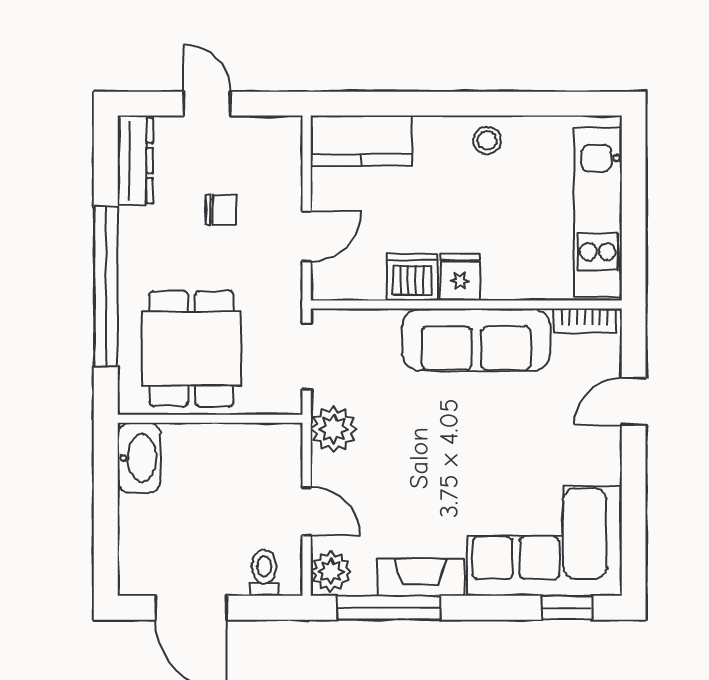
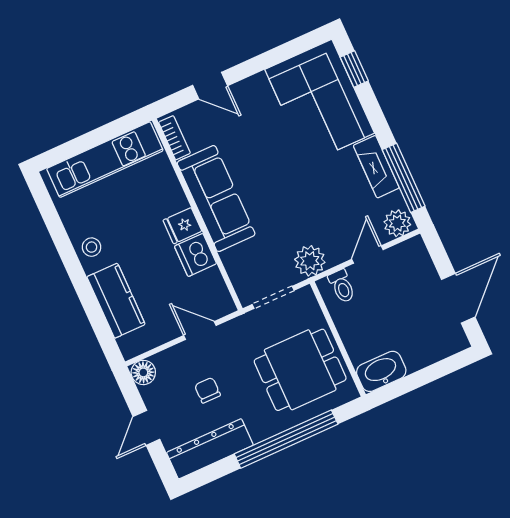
floor lamp: (285, 134) -> (143, 372), added
kitchen counter: (361, 141) -> (116, 301), moved
dresser: (135, 161) -> (210, 449), width x1.37, depth x1.24
toilet: (264, 573) -> (342, 286), moved, turned -90

